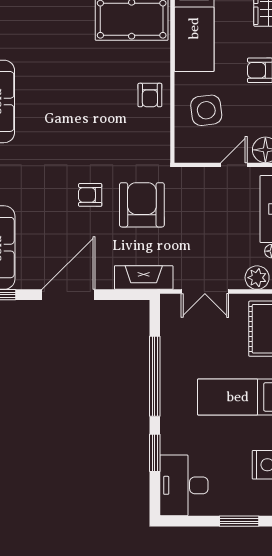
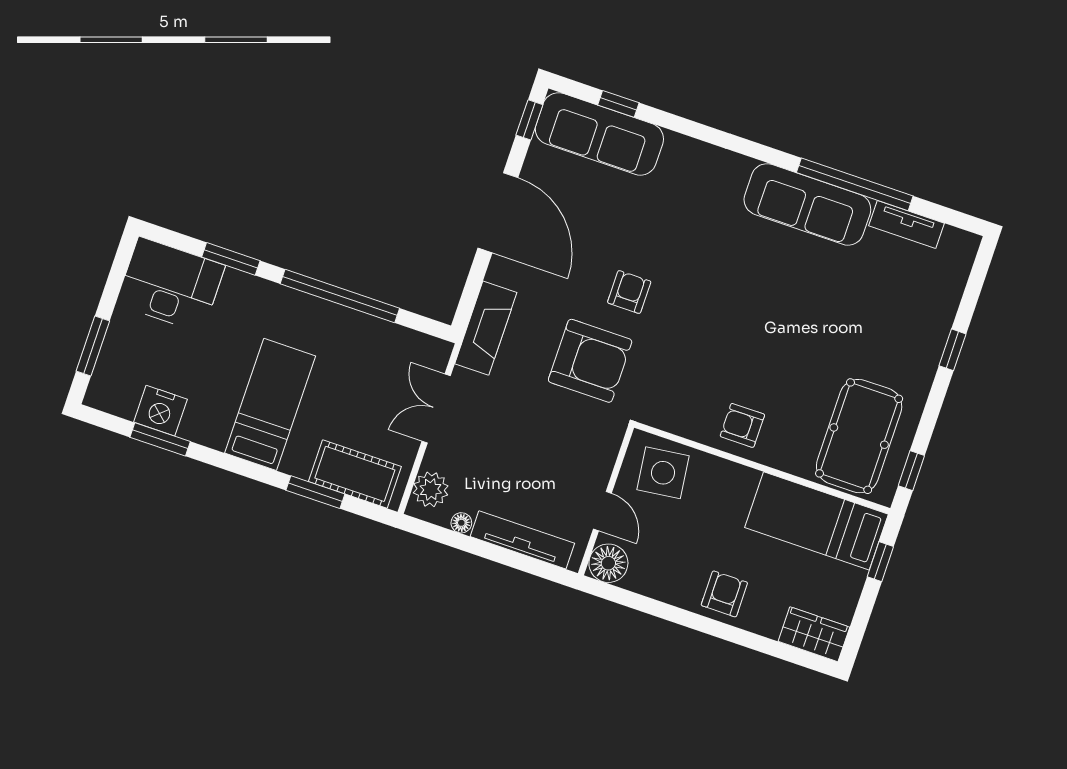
side table: (206, 110) -> (663, 473), moved

